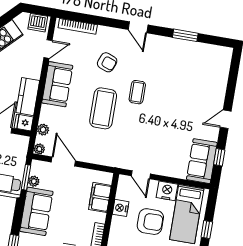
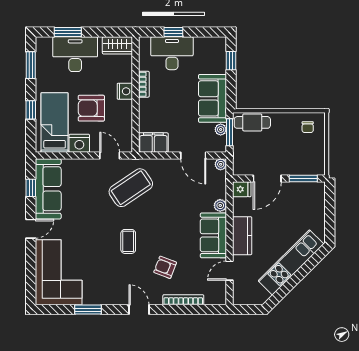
dishwasher: (38, 23) -> (245, 296), removed
bookcase: (78, 26) -> (183, 300), moved
corner sofa: (207, 75) -> (59, 272), added
kitchen counter: (28, 97) -> (242, 236), moved
coffee table: (103, 108) -> (131, 188), moved, turned 56
plant: (43, 130) -> (220, 205), moved
sofa: (202, 161) -> (48, 189), width x1.36
filing cabinet: (100, 197) -> (153, 143), moved, turned -90
nightstand: (121, 208) -> (125, 91), moved

